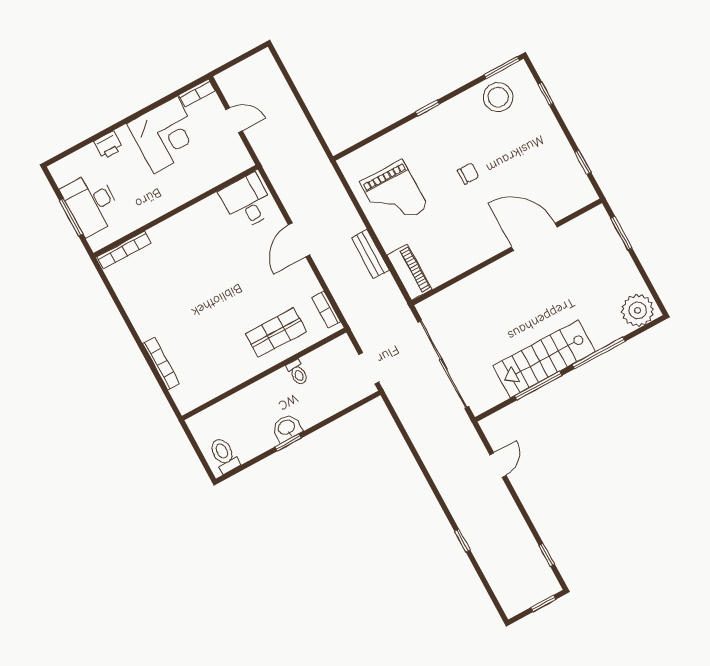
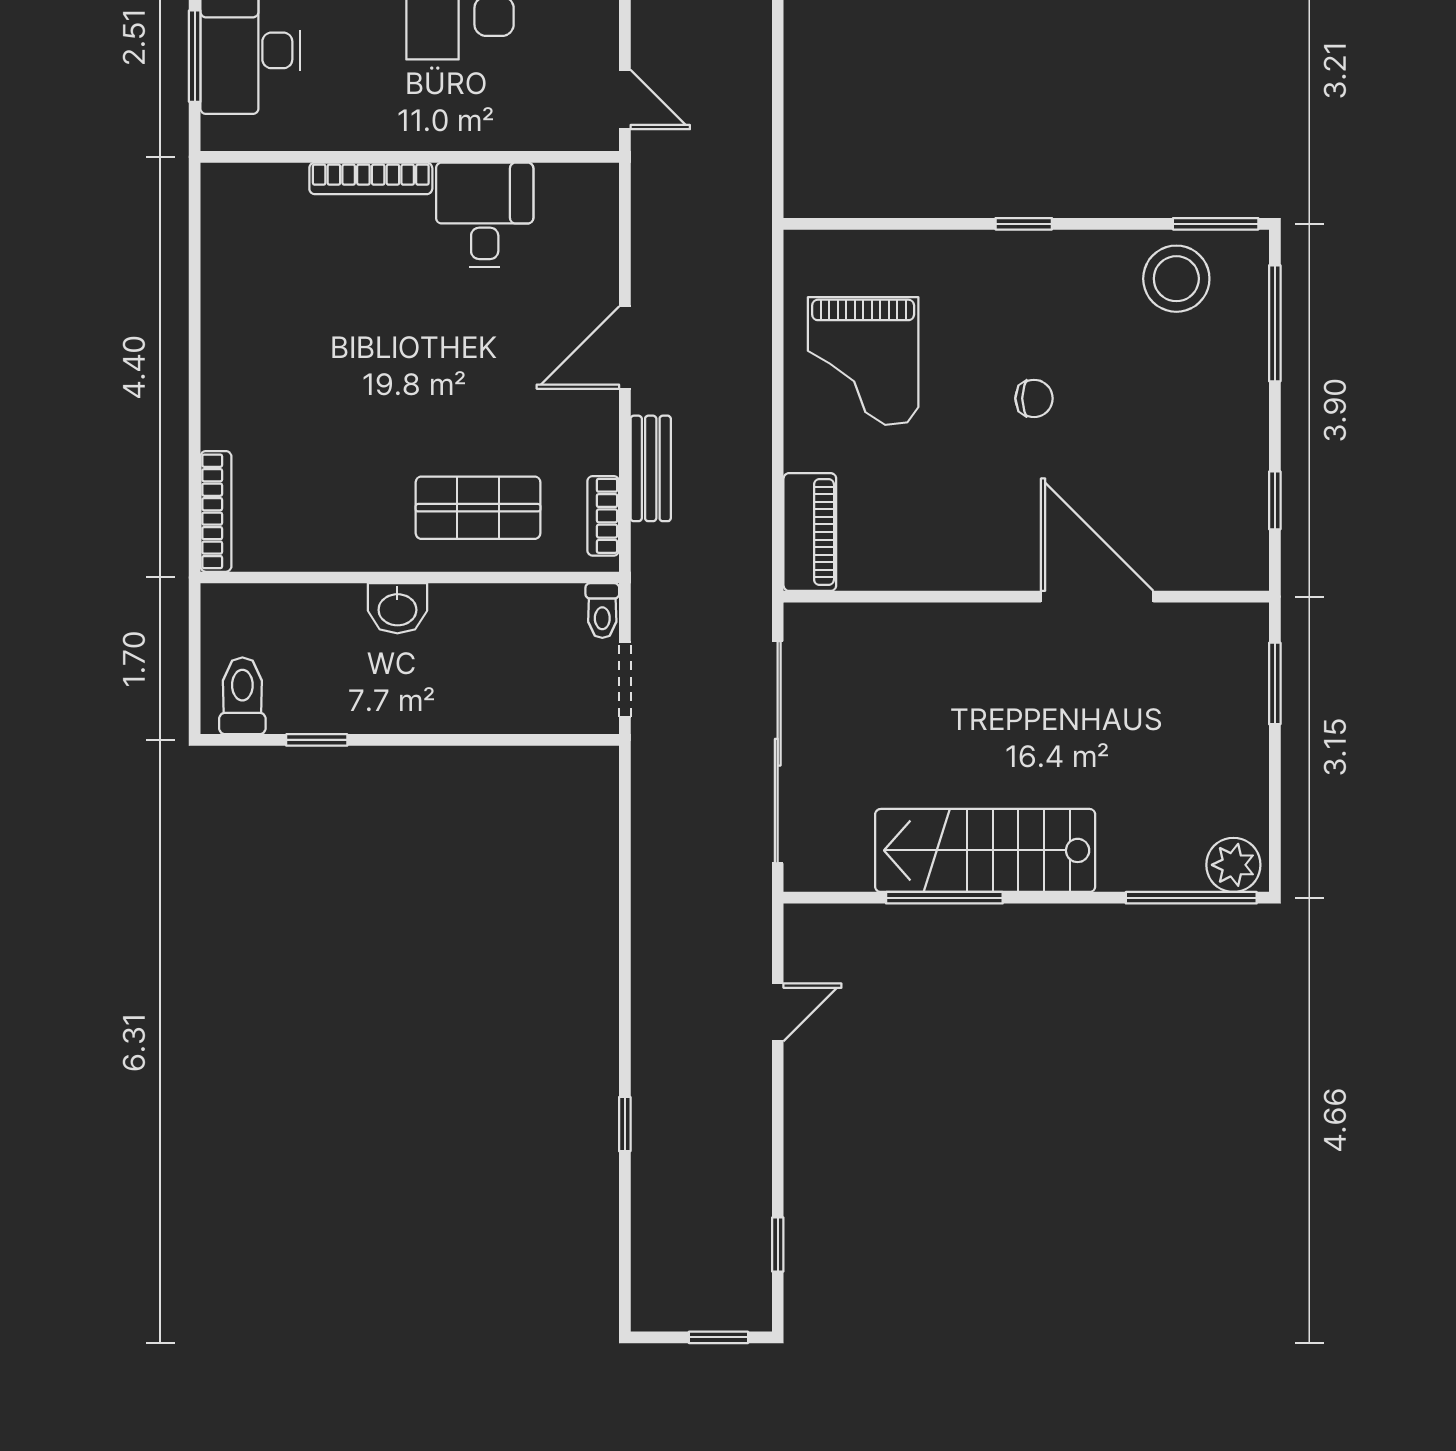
window: (546, 94) -> (1275, 323), width x2.17
door: (234, 120) -> (625, 100), moved
desk: (247, 202) -> (485, 215), moved
bookcase: (124, 250) -> (371, 178), moved
bench: (370, 254) -> (651, 468), moved
plant: (638, 310) -> (1233, 865), width x0.73, depth x0.73
window: (599, 353) -> (1191, 898), moved
bookcase: (161, 364) -> (216, 511), moved
toilet: (297, 373) -> (602, 611), moved
washbasin: (287, 428) -> (397, 608), moved, turned 180
window: (288, 443) -> (317, 740), moved

